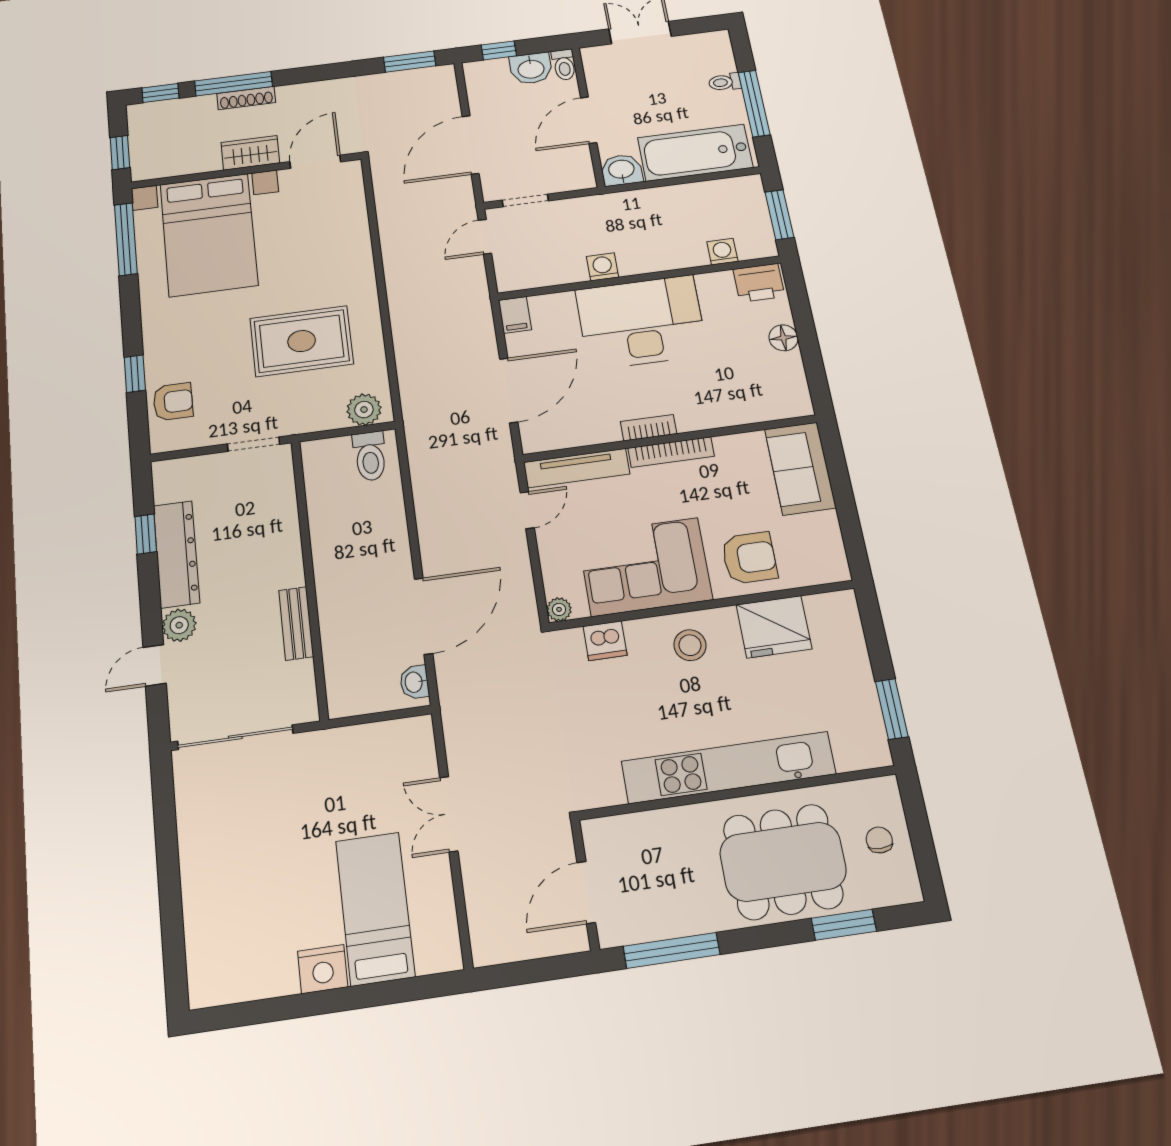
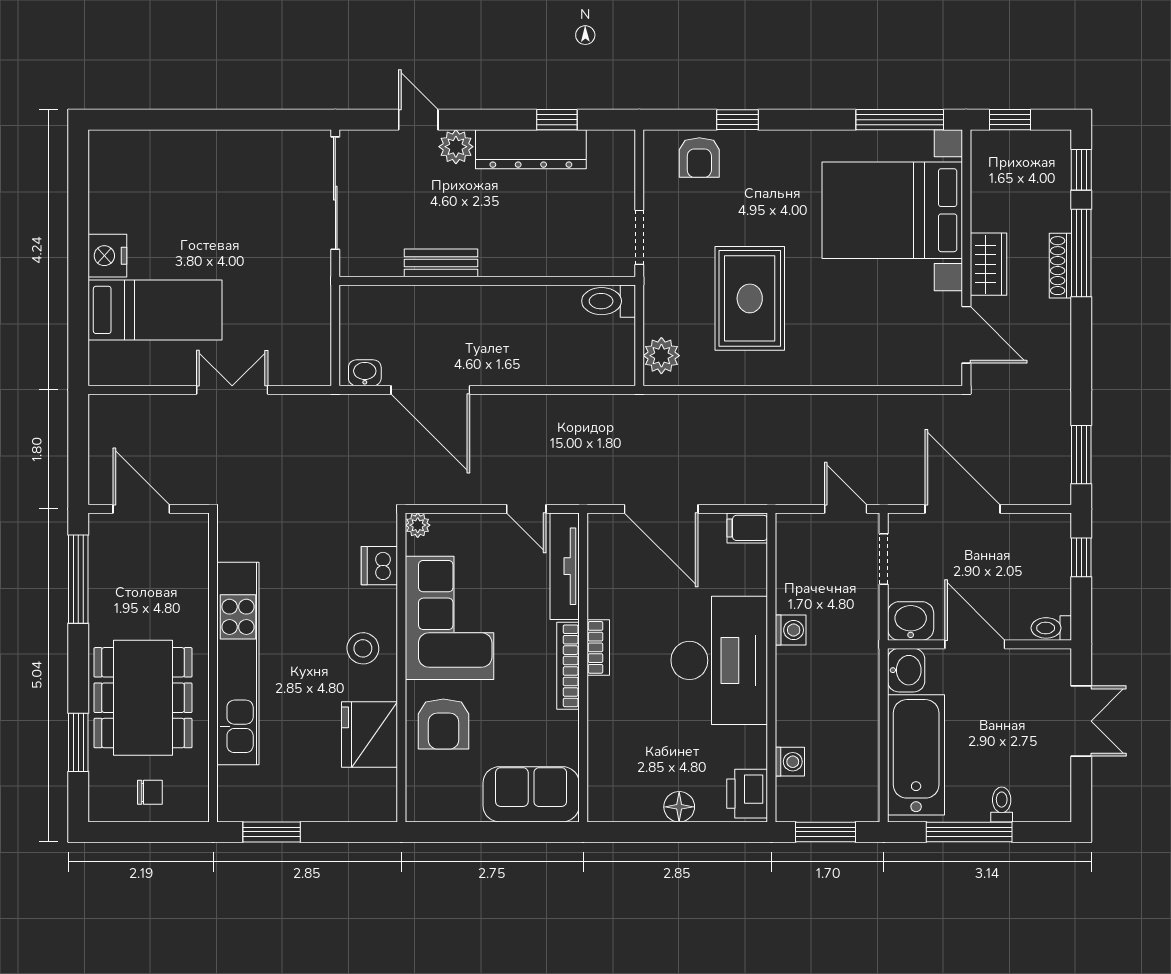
washbasin: (531, 68) -> (911, 621), moved, turned 90
toilet: (370, 456) -> (609, 301), moved

